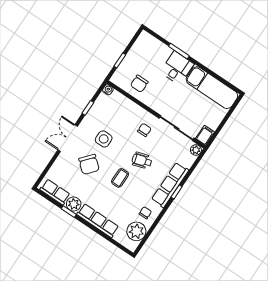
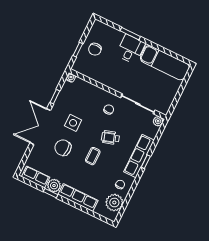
chair: (139, 84) -> (95, 49), moved
filing cabinet: (205, 135) -> (164, 107), removed
double door: (68, 138) -> (40, 127), width x1.37
chair: (89, 164) -> (63, 148), turned 139

